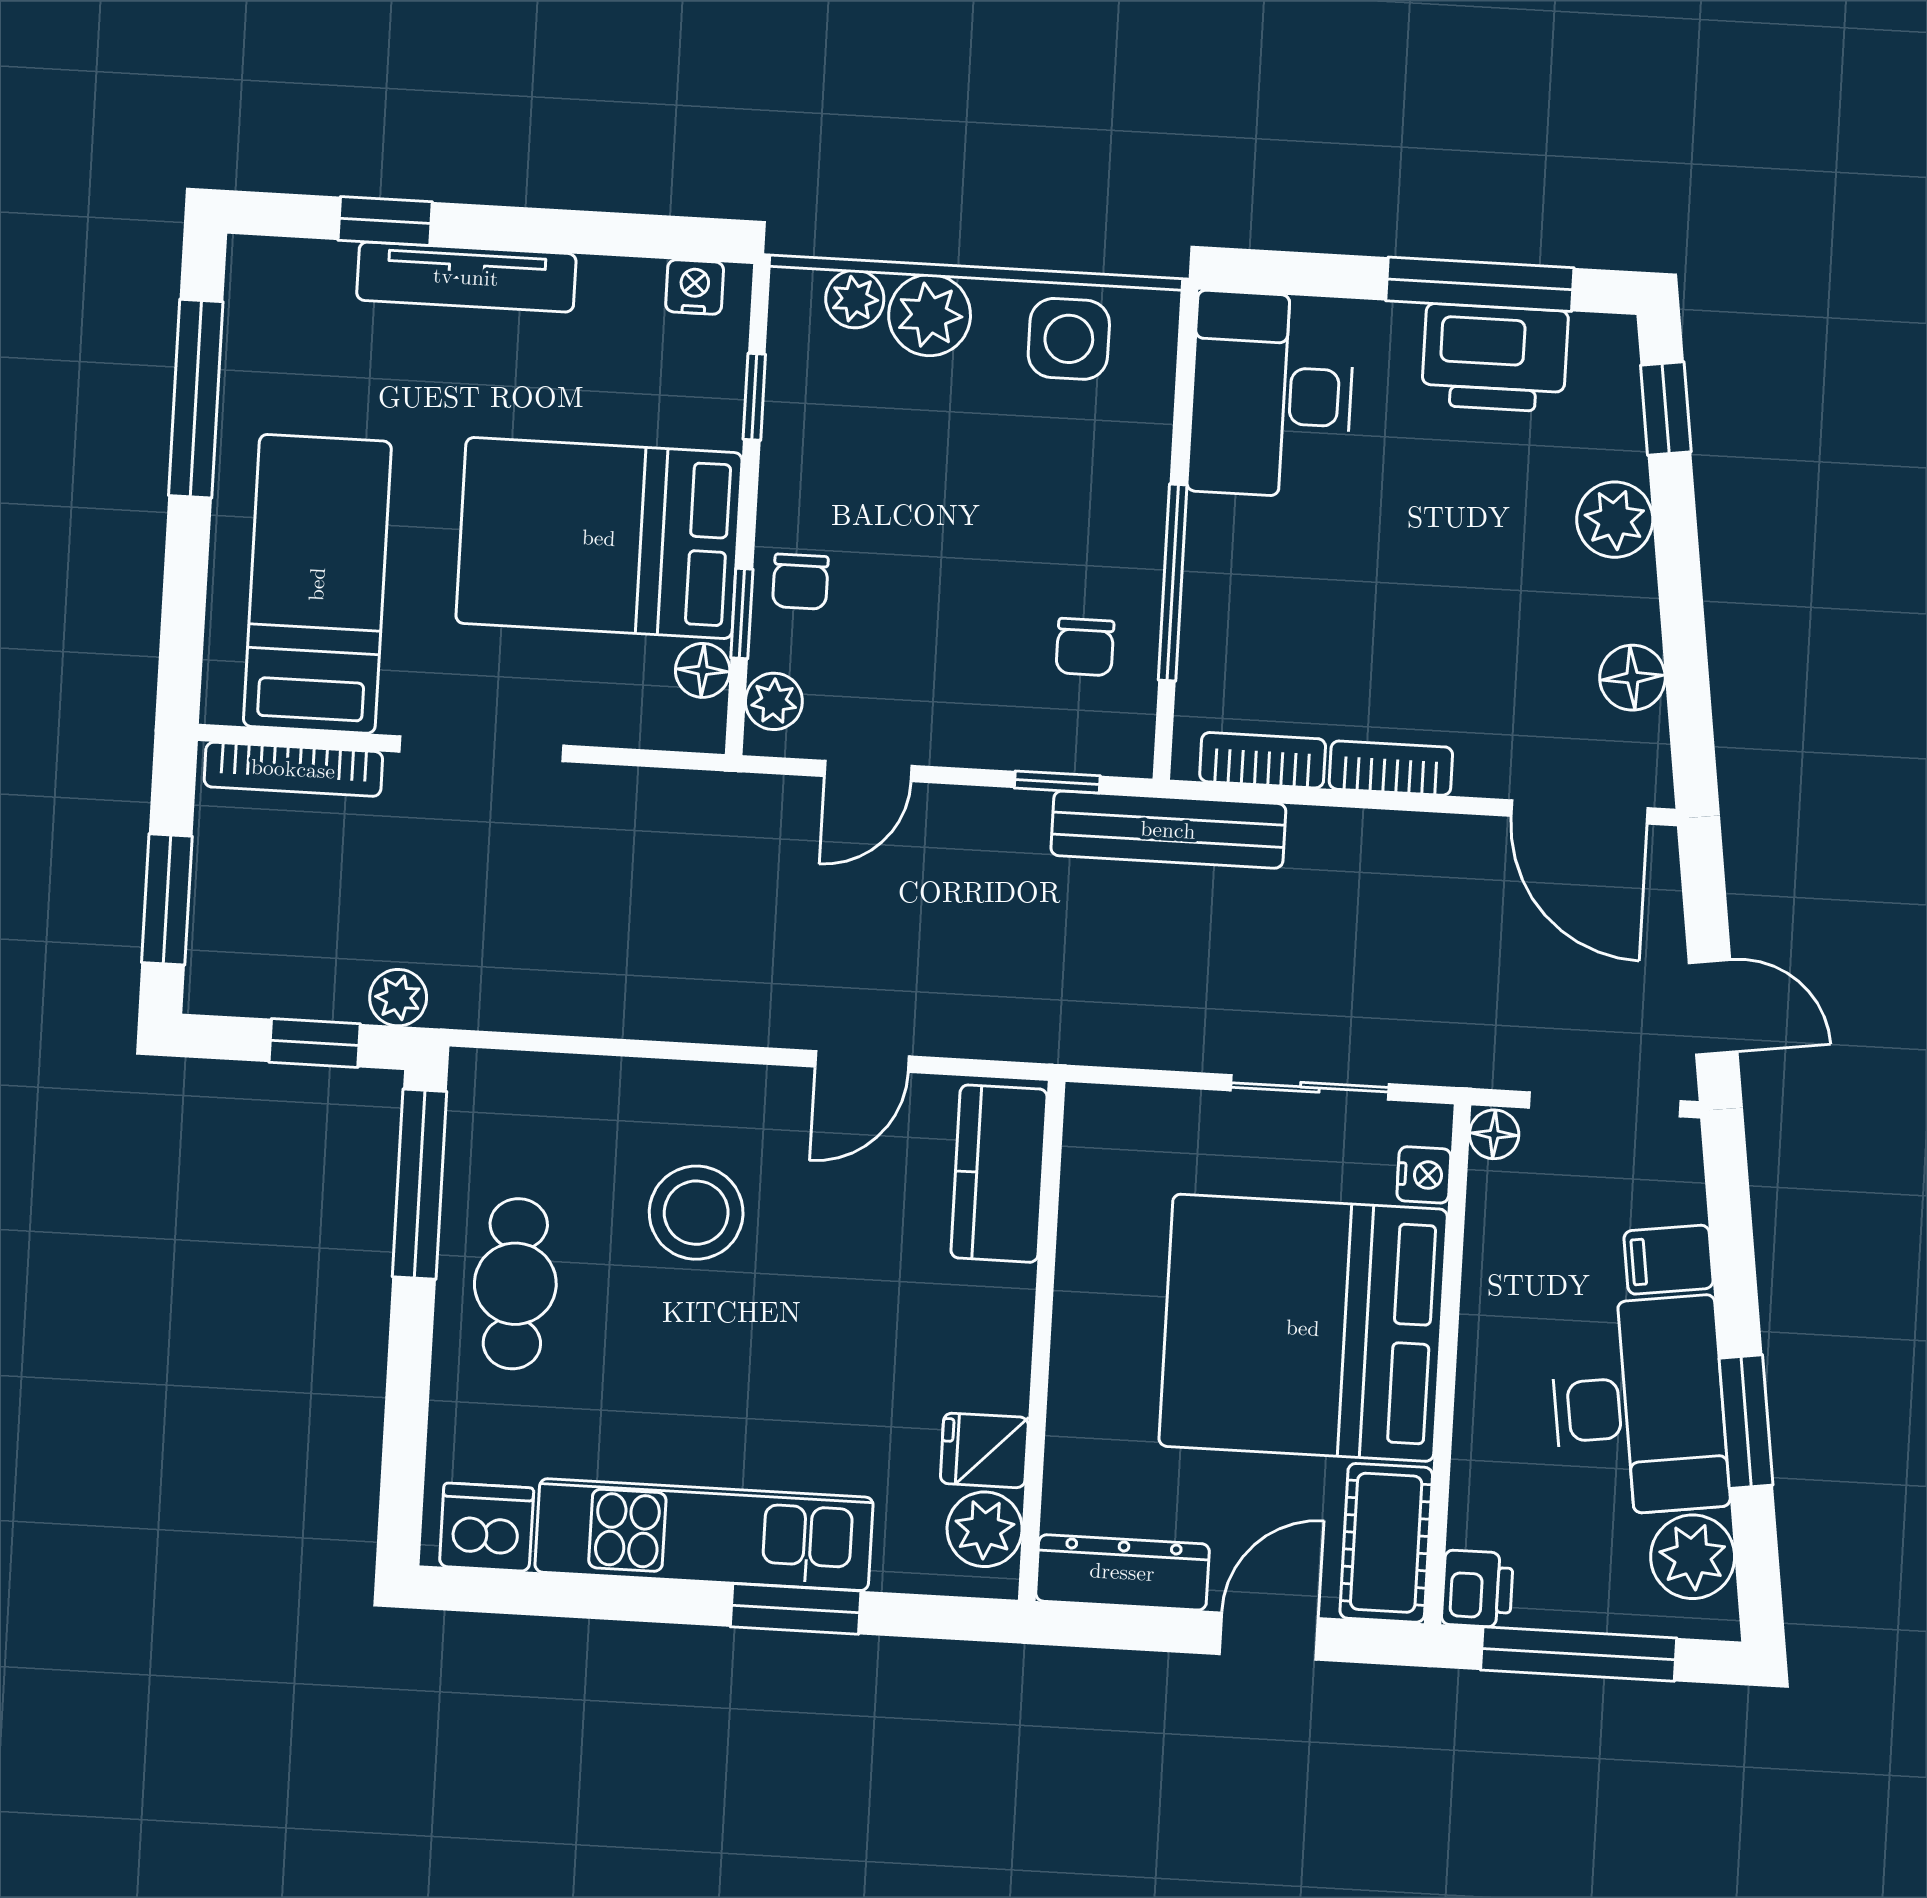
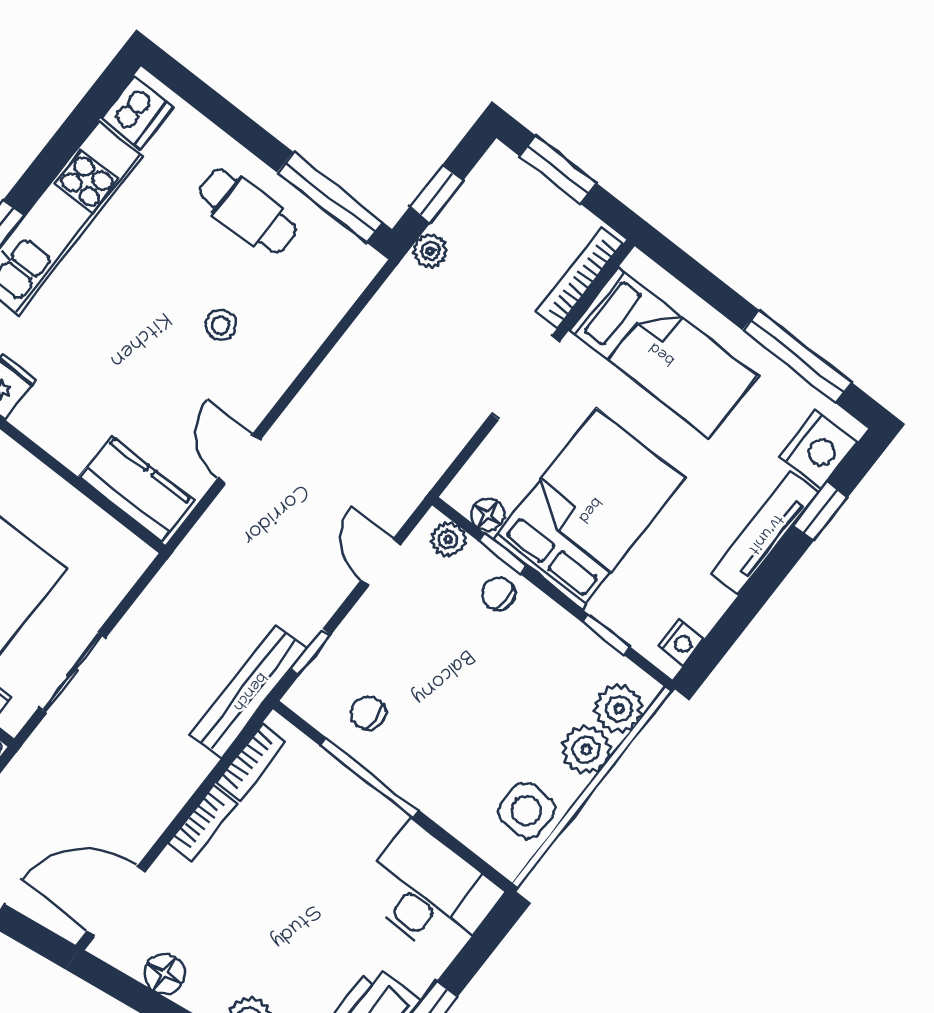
nightstand: (303, 282) -> (818, 450), added
plant: (855, 299) -> (619, 709), width x1.38, depth x1.38
stool: (696, 1213) -> (221, 325), width x0.53, depth x0.53

